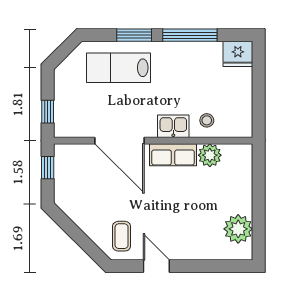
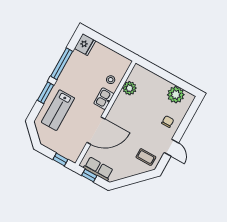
row of seats: (173, 155) -> (98, 169), moved, turned -90
chair: (192, 239) -> (168, 122), added
door: (156, 266) -> (171, 148), swing flipped

